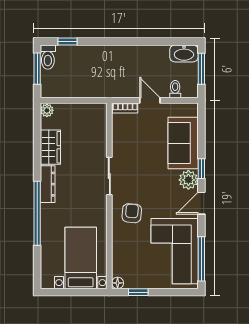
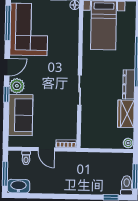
armchair: (132, 213) -> (62, 60), removed

